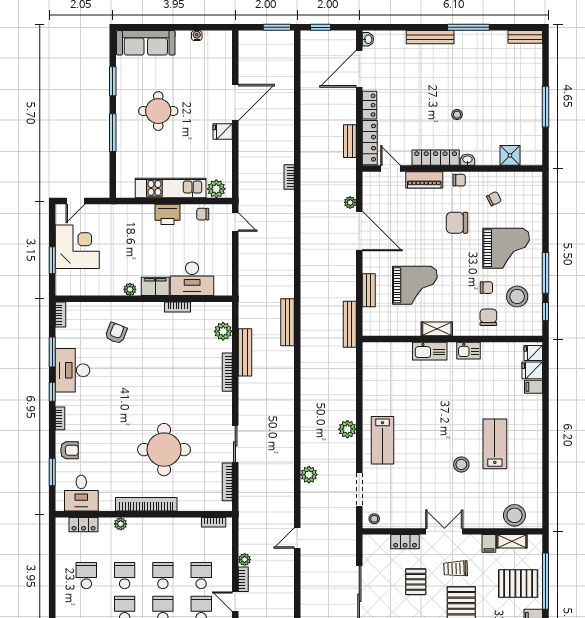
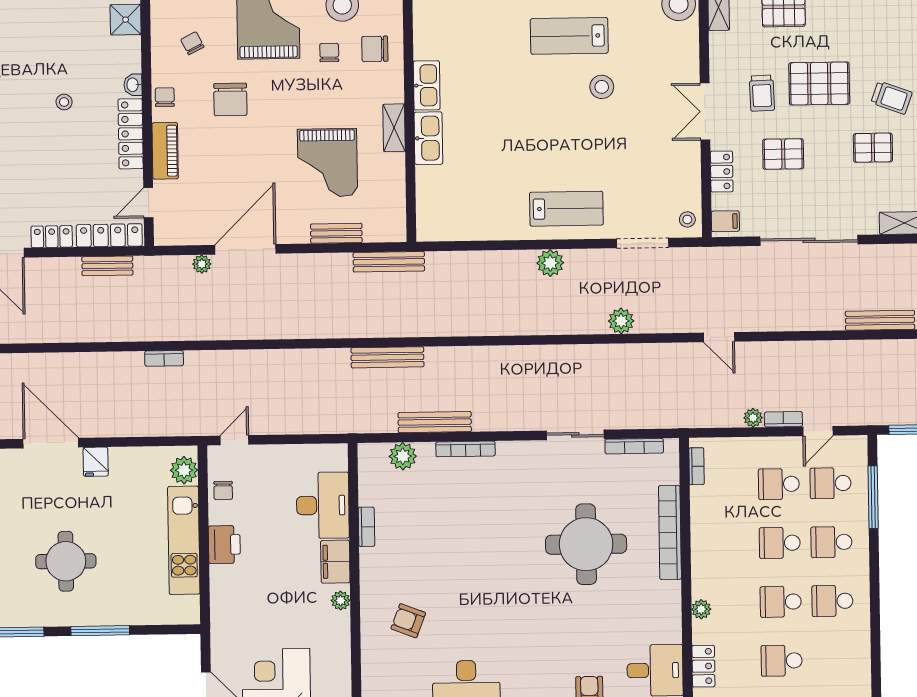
grand piano: (415, 285) -> (327, 163), turned 180
kitchen sink: (468, 351) -> (427, 85), width x1.38
bookcase: (146, 504) -> (670, 532), moved
filing cabinet: (489, 543) -> (725, 221), moved

